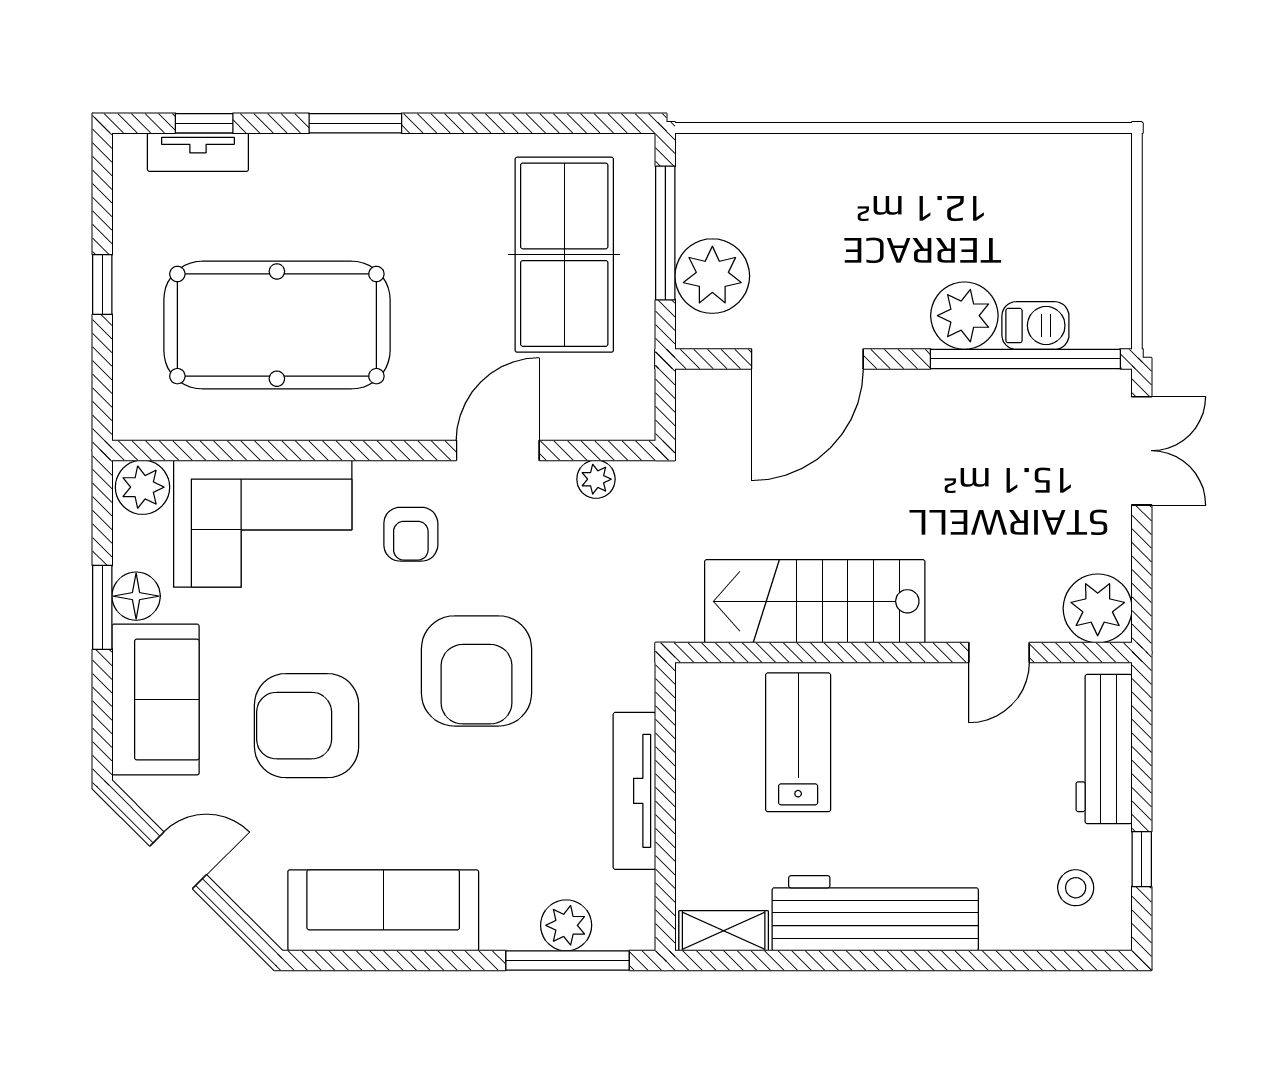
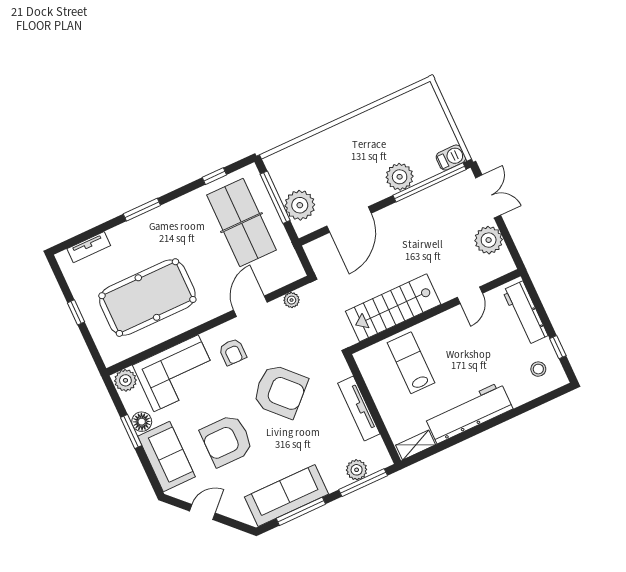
window: (204, 123) -> (214, 176), moved
barbecue: (1035, 326) -> (451, 158), moved
plant: (1098, 608) -> (489, 240), moved
armchair: (476, 671) -> (280, 391), turned -44
window: (399, 960) -> (301, 511), added

